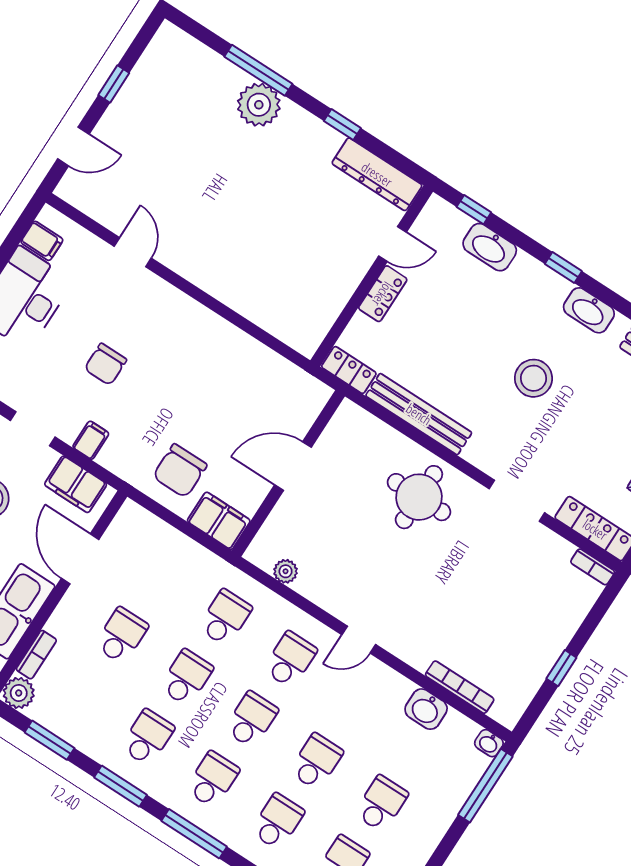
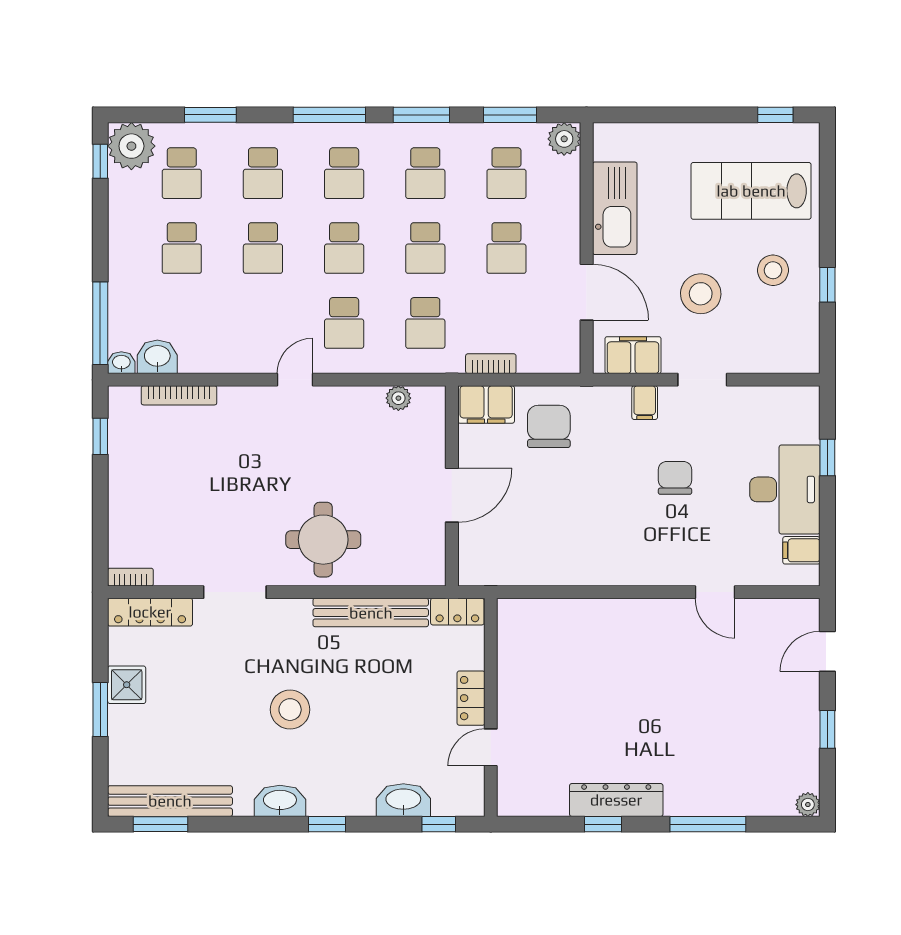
plant: (259, 105) -> (808, 805), moved, width x0.53, depth x0.53
dresser: (377, 174) -> (616, 800), moved
bookcase: (36, 655) -> (491, 364), moved, turned 90
window: (561, 668) -> (100, 436), moved
school desk: (83, 695) -> (506, 173), added
washbasin: (426, 709) -> (157, 357), moved

